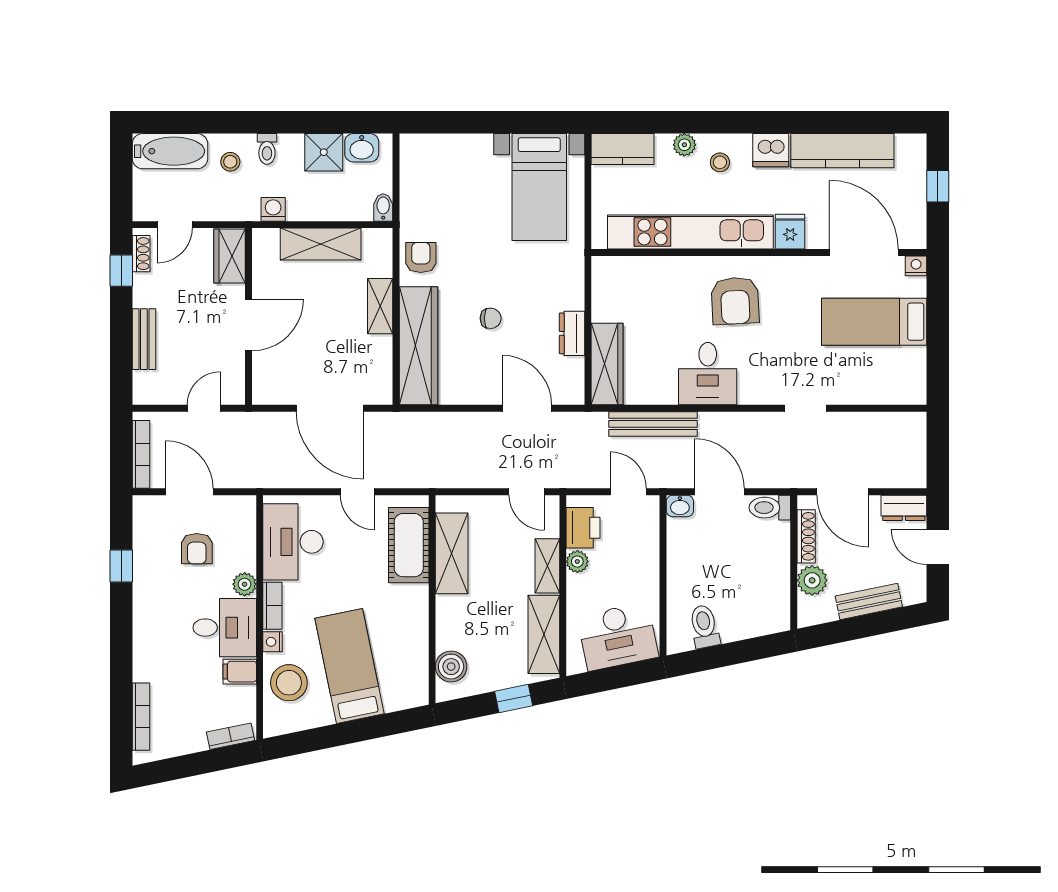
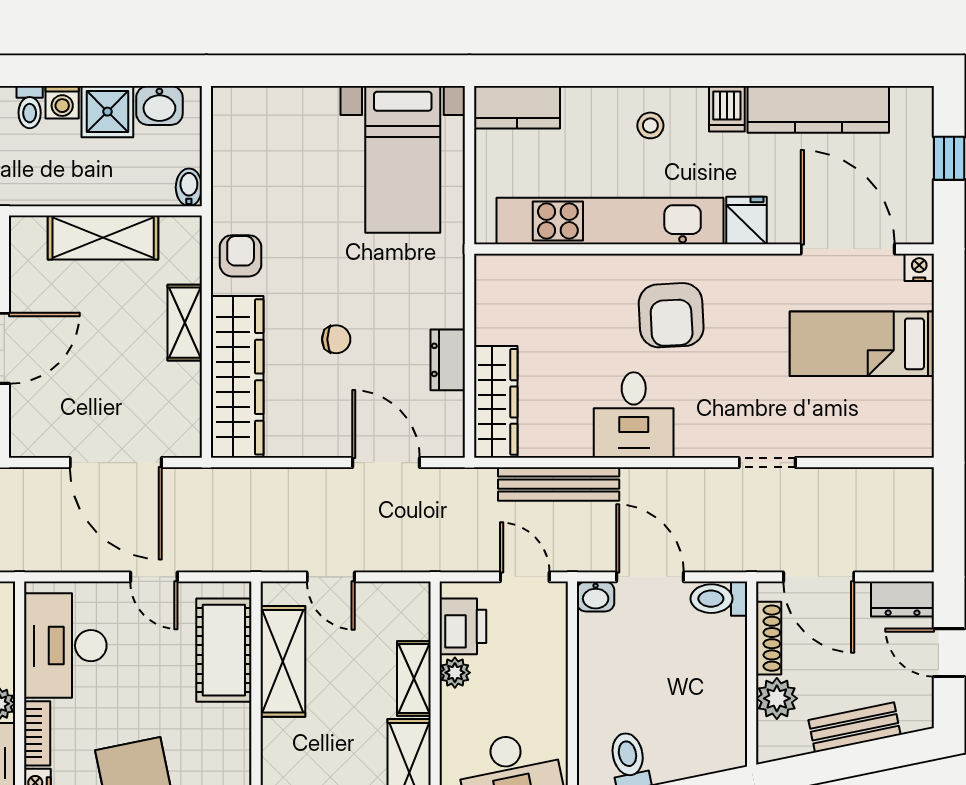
plant: (684, 145) -> (602, 101), removed
dishwasher: (771, 150) -> (727, 109), width x0.73
washing machine: (273, 209) -> (62, 102), moved, turned 180
door: (527, 492) -> (331, 577), moved

